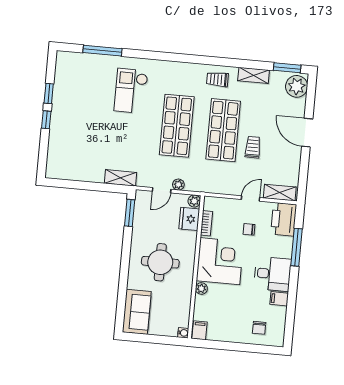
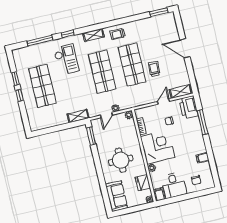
window: (146, 55) -> (68, 34), added
shelving: (254, 75) -> (93, 35), moved
plant: (297, 86) -> (169, 22), removed
checkout: (131, 91) -> (66, 60), turned 180
shop shelf: (84, 117) -> (42, 86), added
fridge: (189, 219) -> (143, 183), moved
desk: (273, 274) -> (174, 185), moved, turned 90

